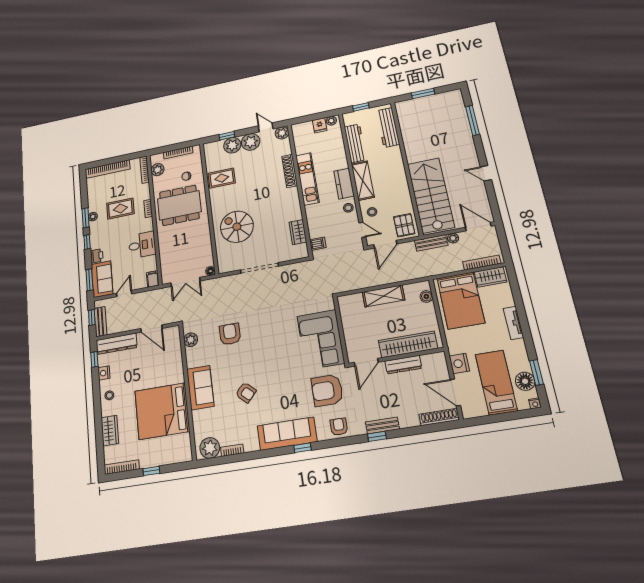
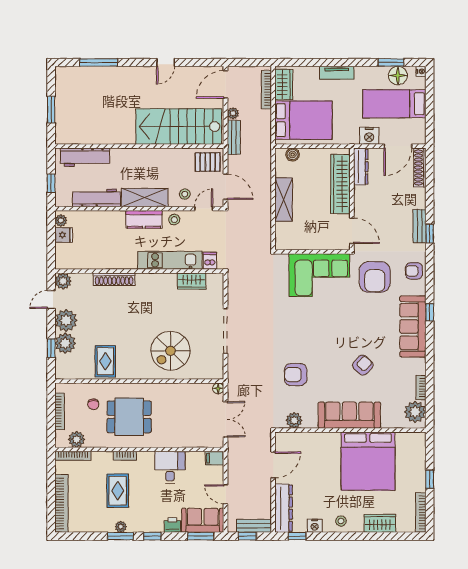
kitchen unit: (307, 179) -> (170, 260), moved
dining table: (179, 205) -> (129, 417), width x0.73
dresser: (403, 365) -> (361, 167), moved
sofa: (200, 388) -> (349, 415), width x1.36

